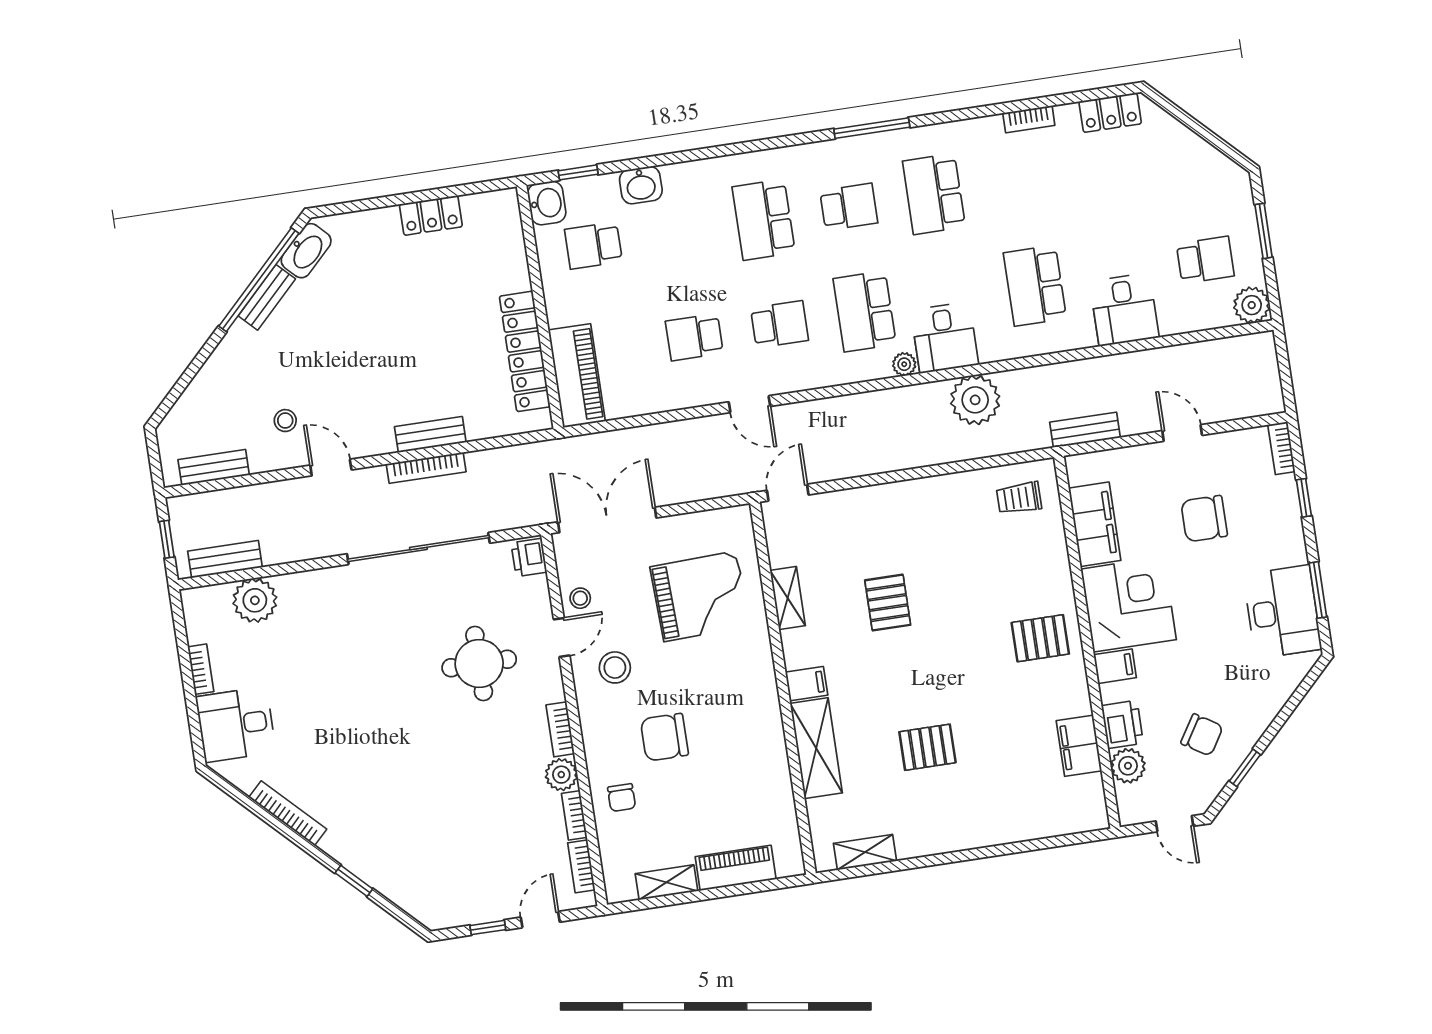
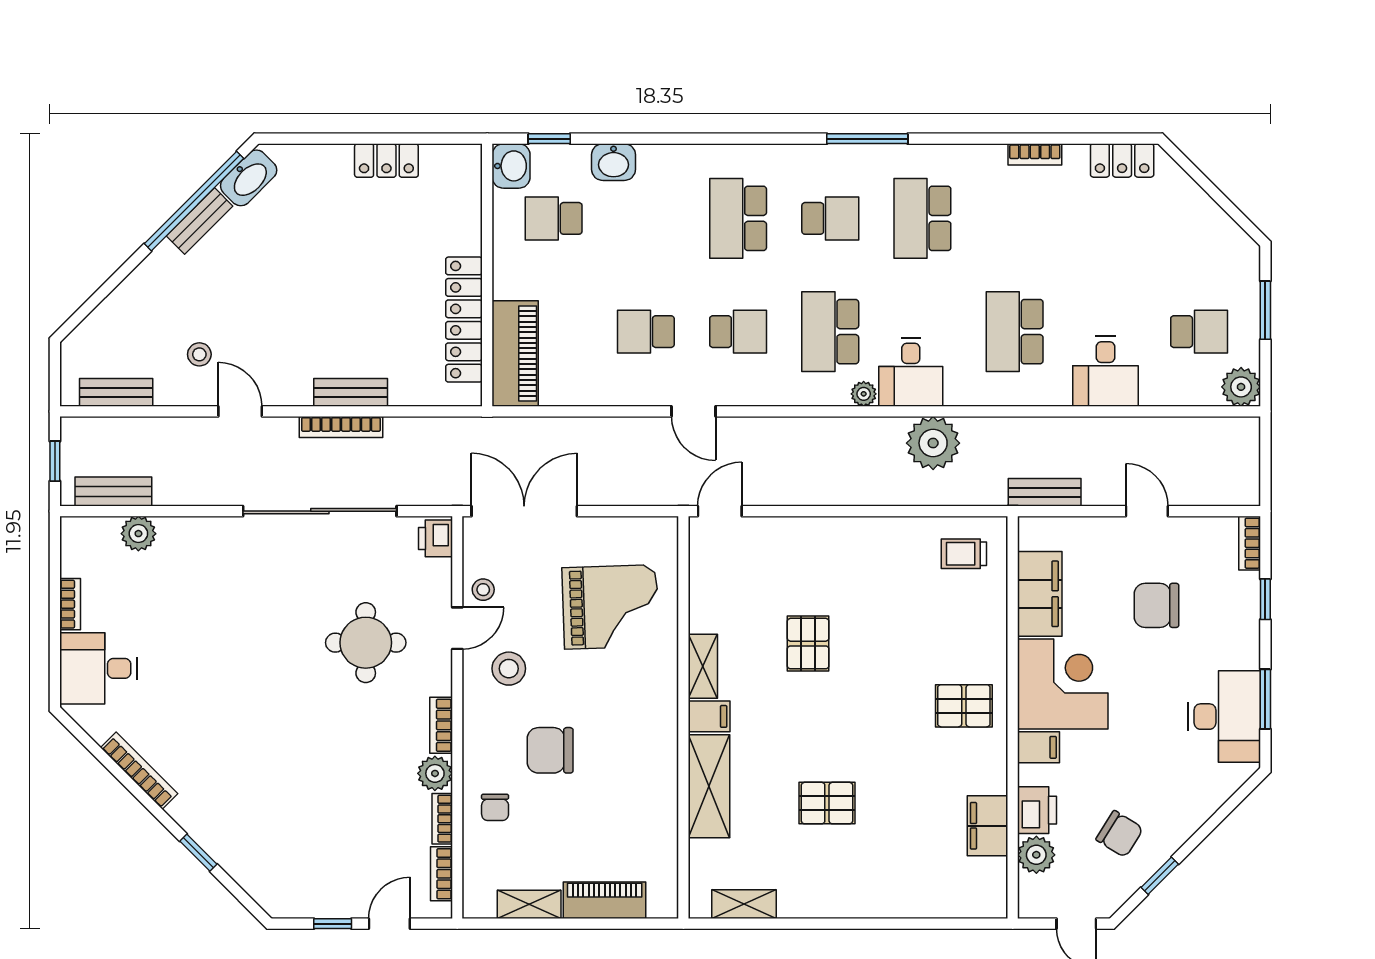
shelving: (788, 598) -> (703, 666), moved
plant: (255, 600) -> (138, 534), width x0.73, depth x0.73

